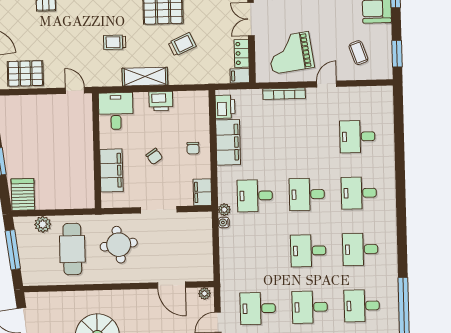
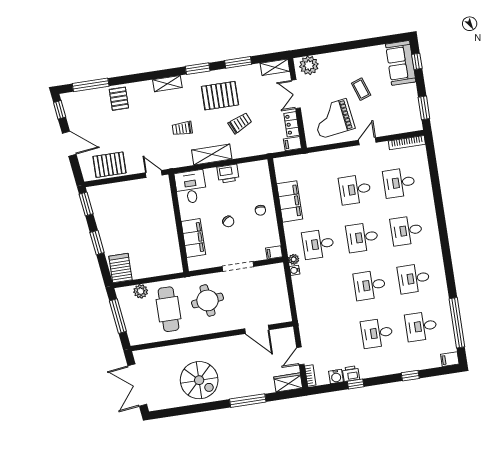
coffee table: (358, 53) -> (361, 89), moved
bookcase: (284, 94) -> (407, 143), moved
printer: (225, 107) -> (283, 172), removed
filing cabinet: (202, 192) -> (274, 252), width x0.50
plant: (205, 294) -> (286, 333), removed
desk: (258, 308) -> (355, 189), moved

